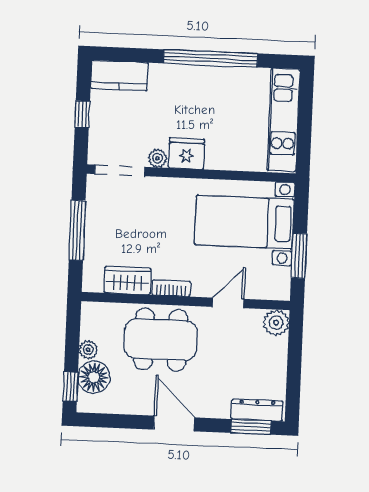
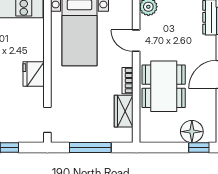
plant: (158, 158) -> (38, 94), removed
doorway: (120, 170) -> (47, 120), width x0.73
plant: (88, 350) -> (173, 136), removed

